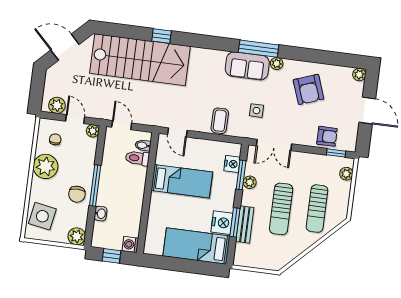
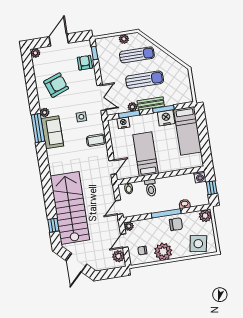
window: (162, 36) -> (53, 225), moved
toilet: (137, 158) -> (151, 188), moved
plant: (346, 174) -> (124, 39), moved
bench: (245, 224) -> (151, 104), moved

